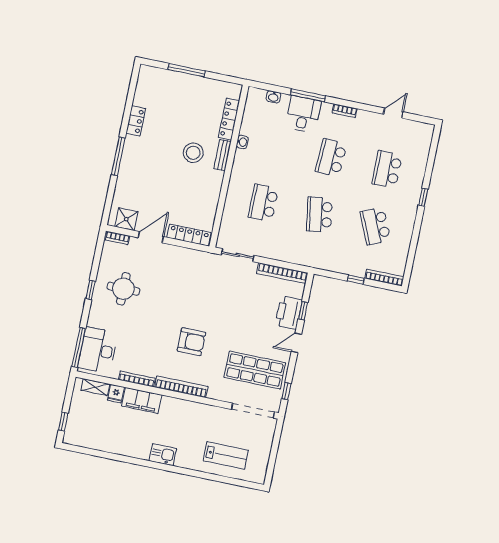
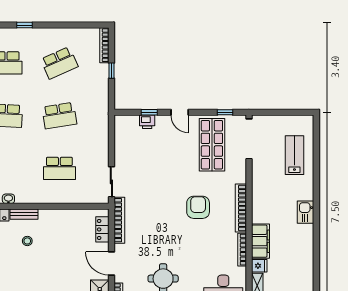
stool: (193, 153) -> (27, 241), width x0.53, depth x0.53
locker: (189, 235) -> (102, 229), width x0.66
bookcase: (282, 273) -> (119, 220), moved
printer: (289, 313) -> (147, 122), width x0.53, depth x0.68

